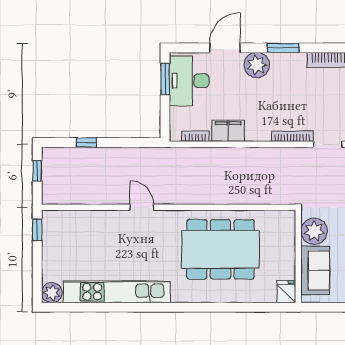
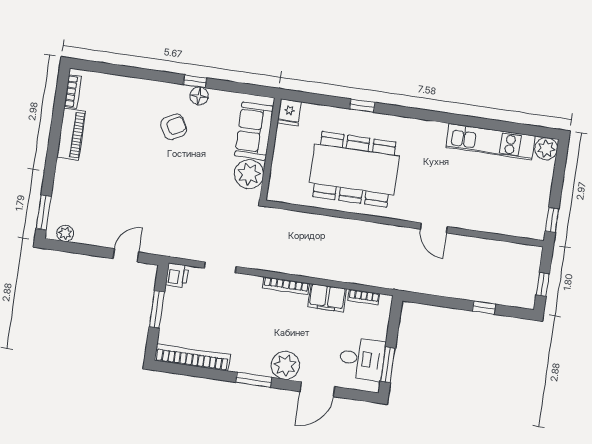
desk: (189, 81) -> (362, 359), width x0.73
bookcase: (292, 136) -> (286, 286), moved
kitchen unit: (117, 292) -> (490, 142), width x0.73
window: (222, 307) -> (362, 106), added

